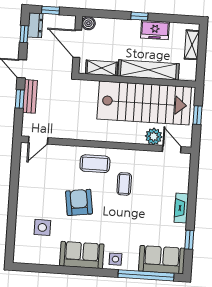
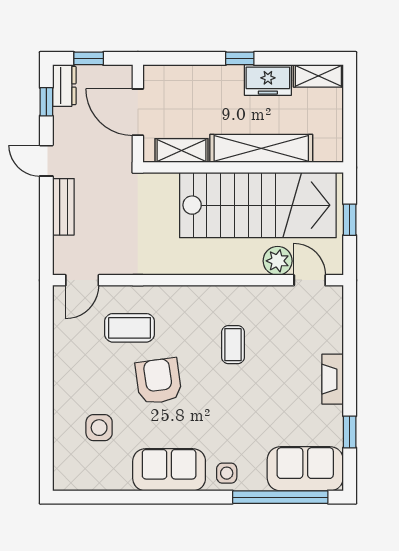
boiler: (88, 23) -> (154, 76), removed
shelving: (192, 45) -> (318, 76), moved, turned 90
window: (20, 99) -> (46, 212), removed
coffee table: (95, 164) -> (129, 328), moved

